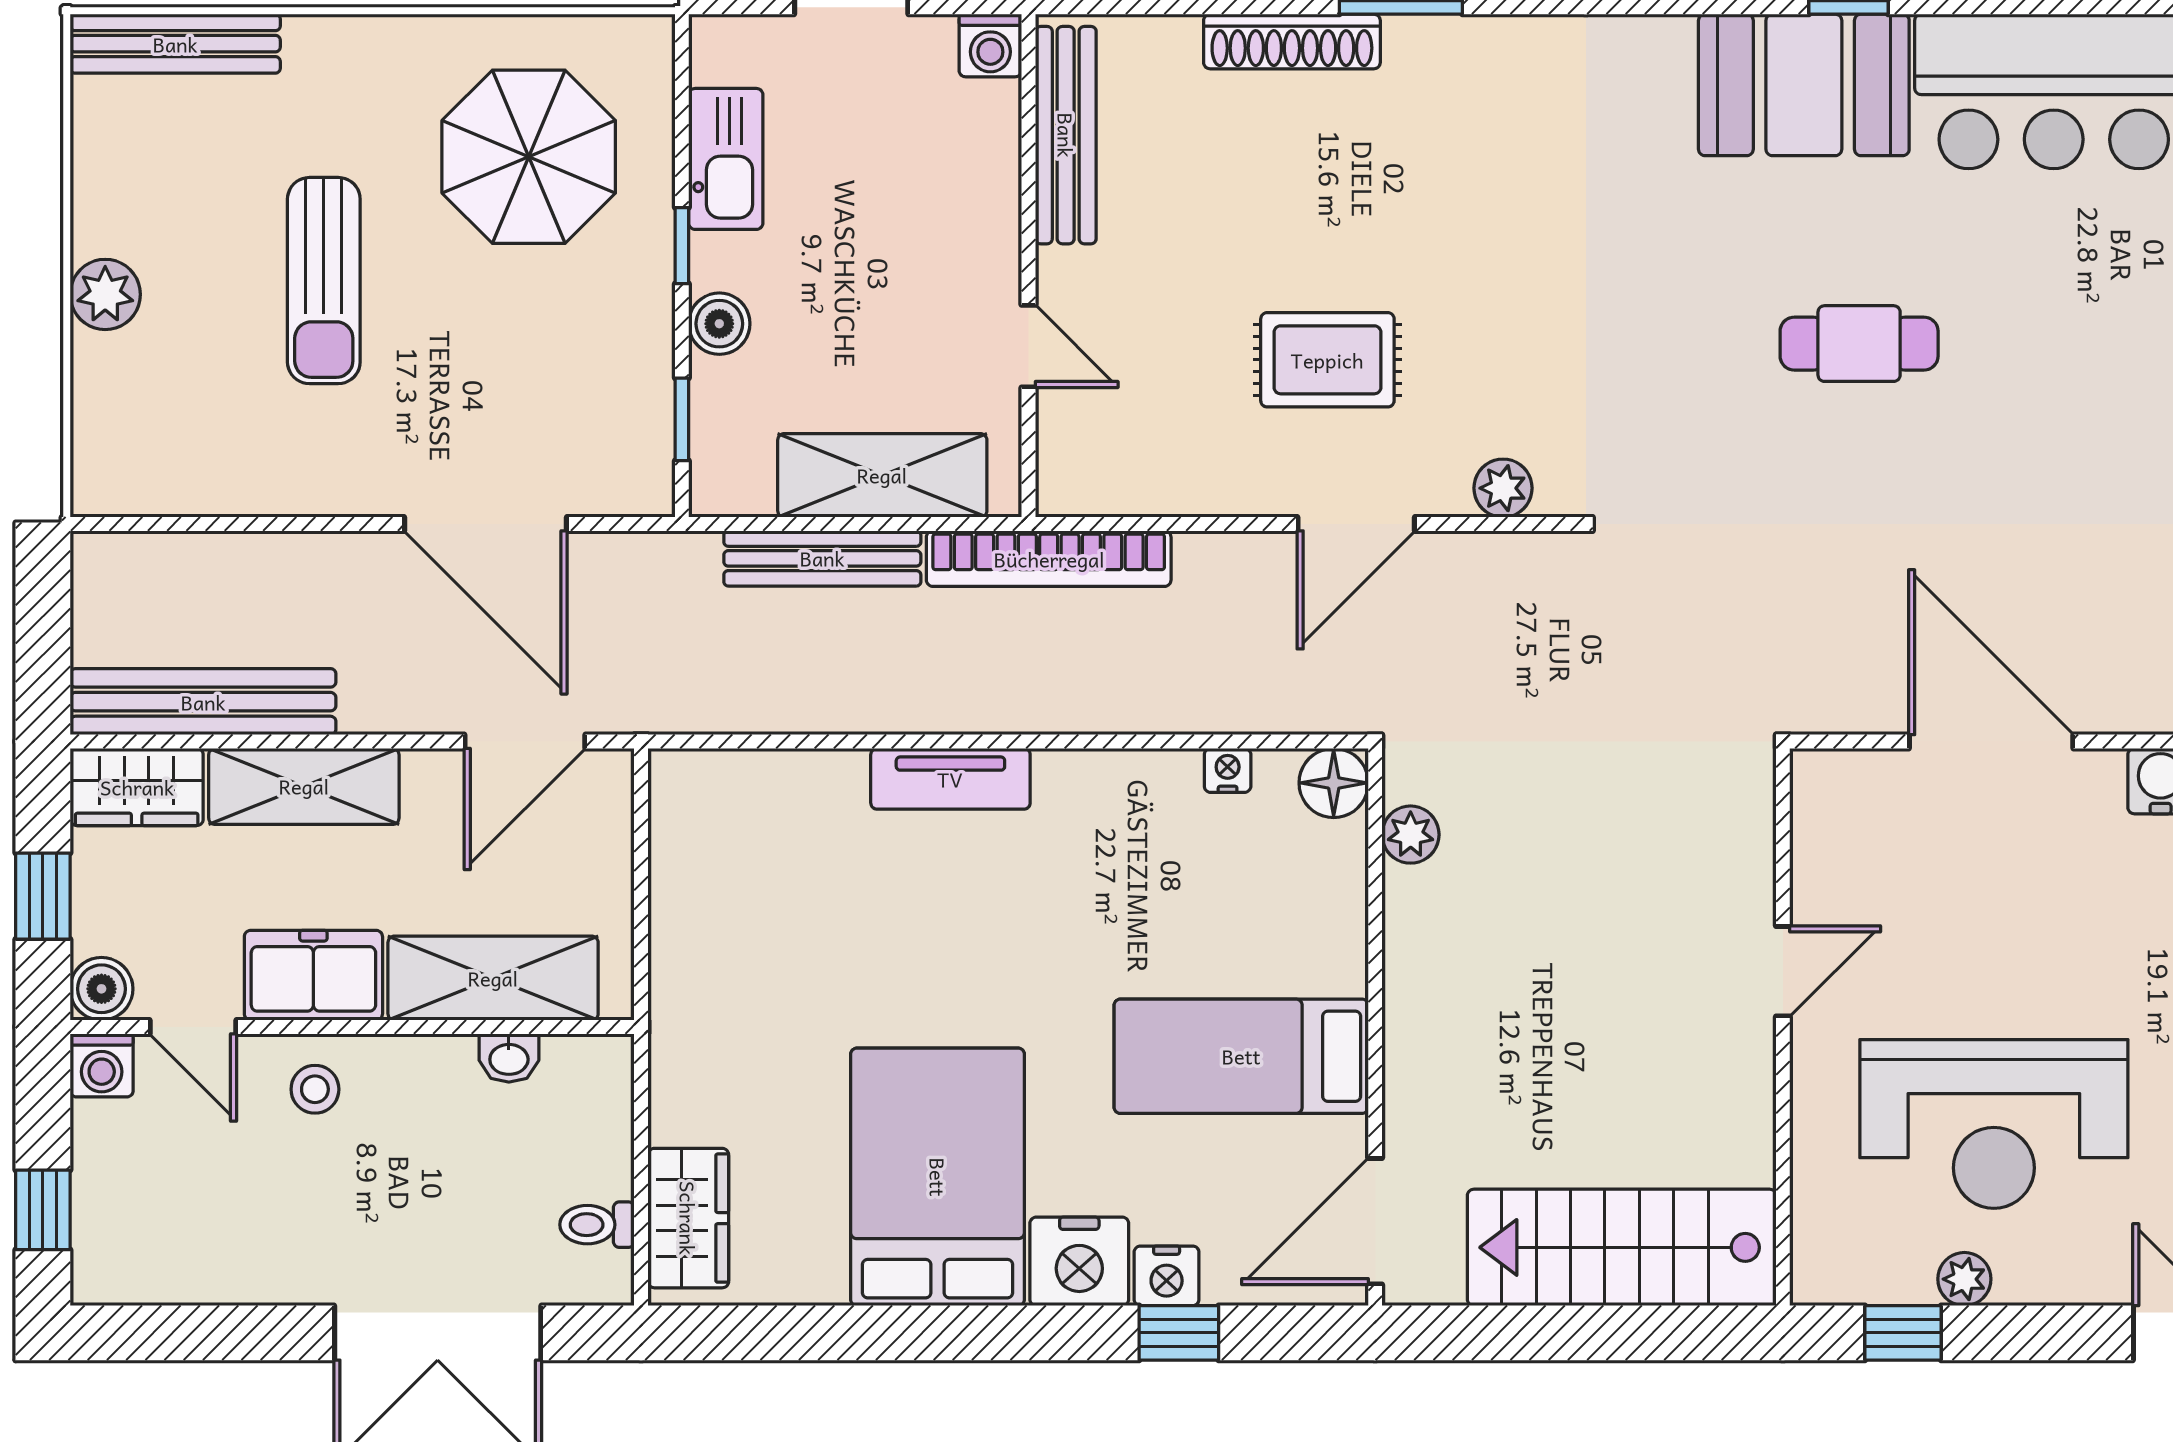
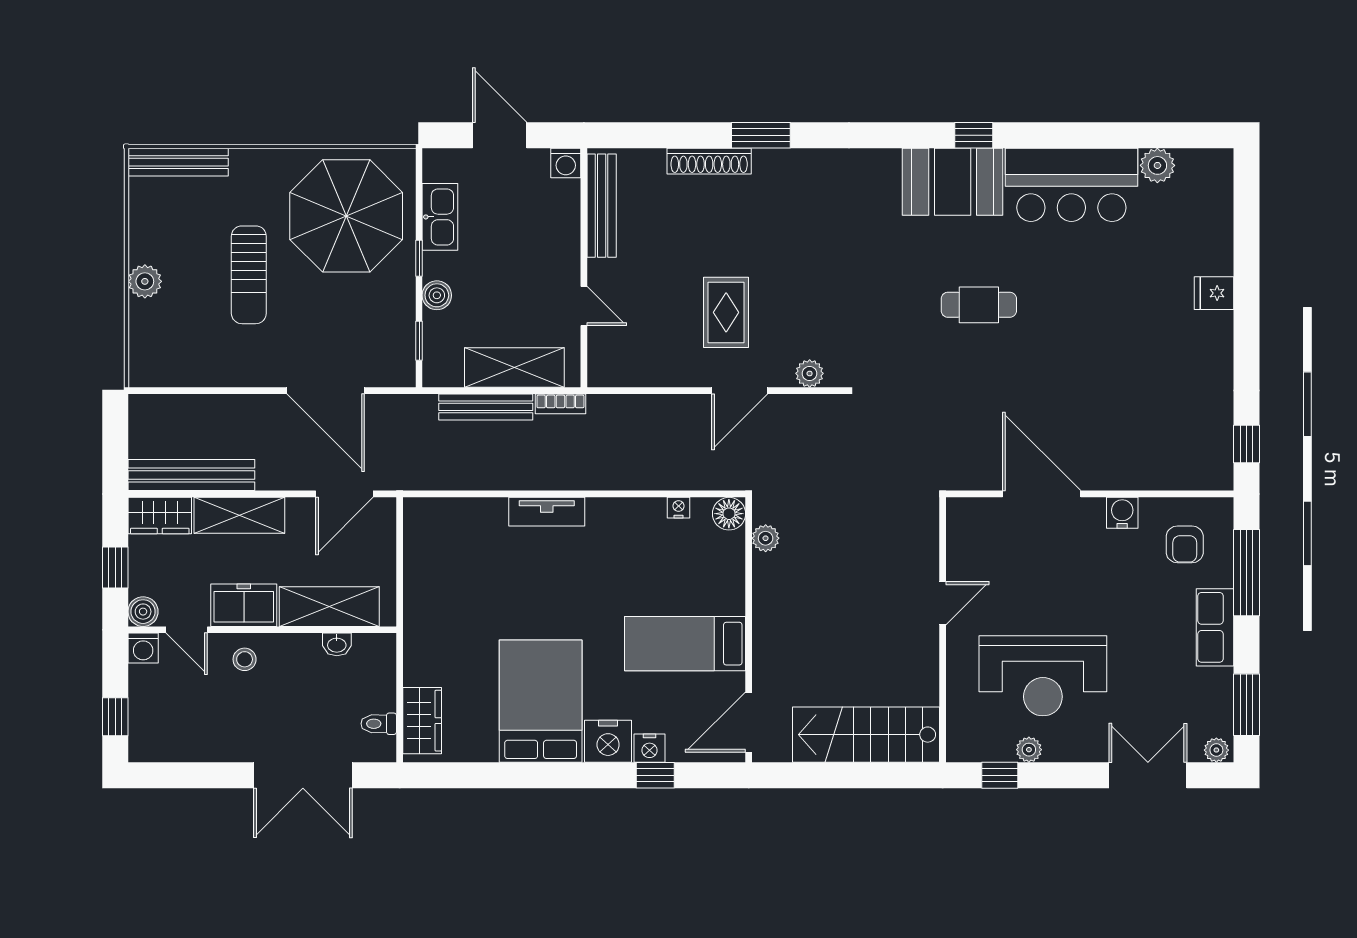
parasol: (529, 157) -> (346, 216), width x1.36, depth x1.36
rug: (1327, 360) -> (726, 312), turned 90
bookcase: (1049, 559) -> (560, 404), width x0.43, depth x0.76

